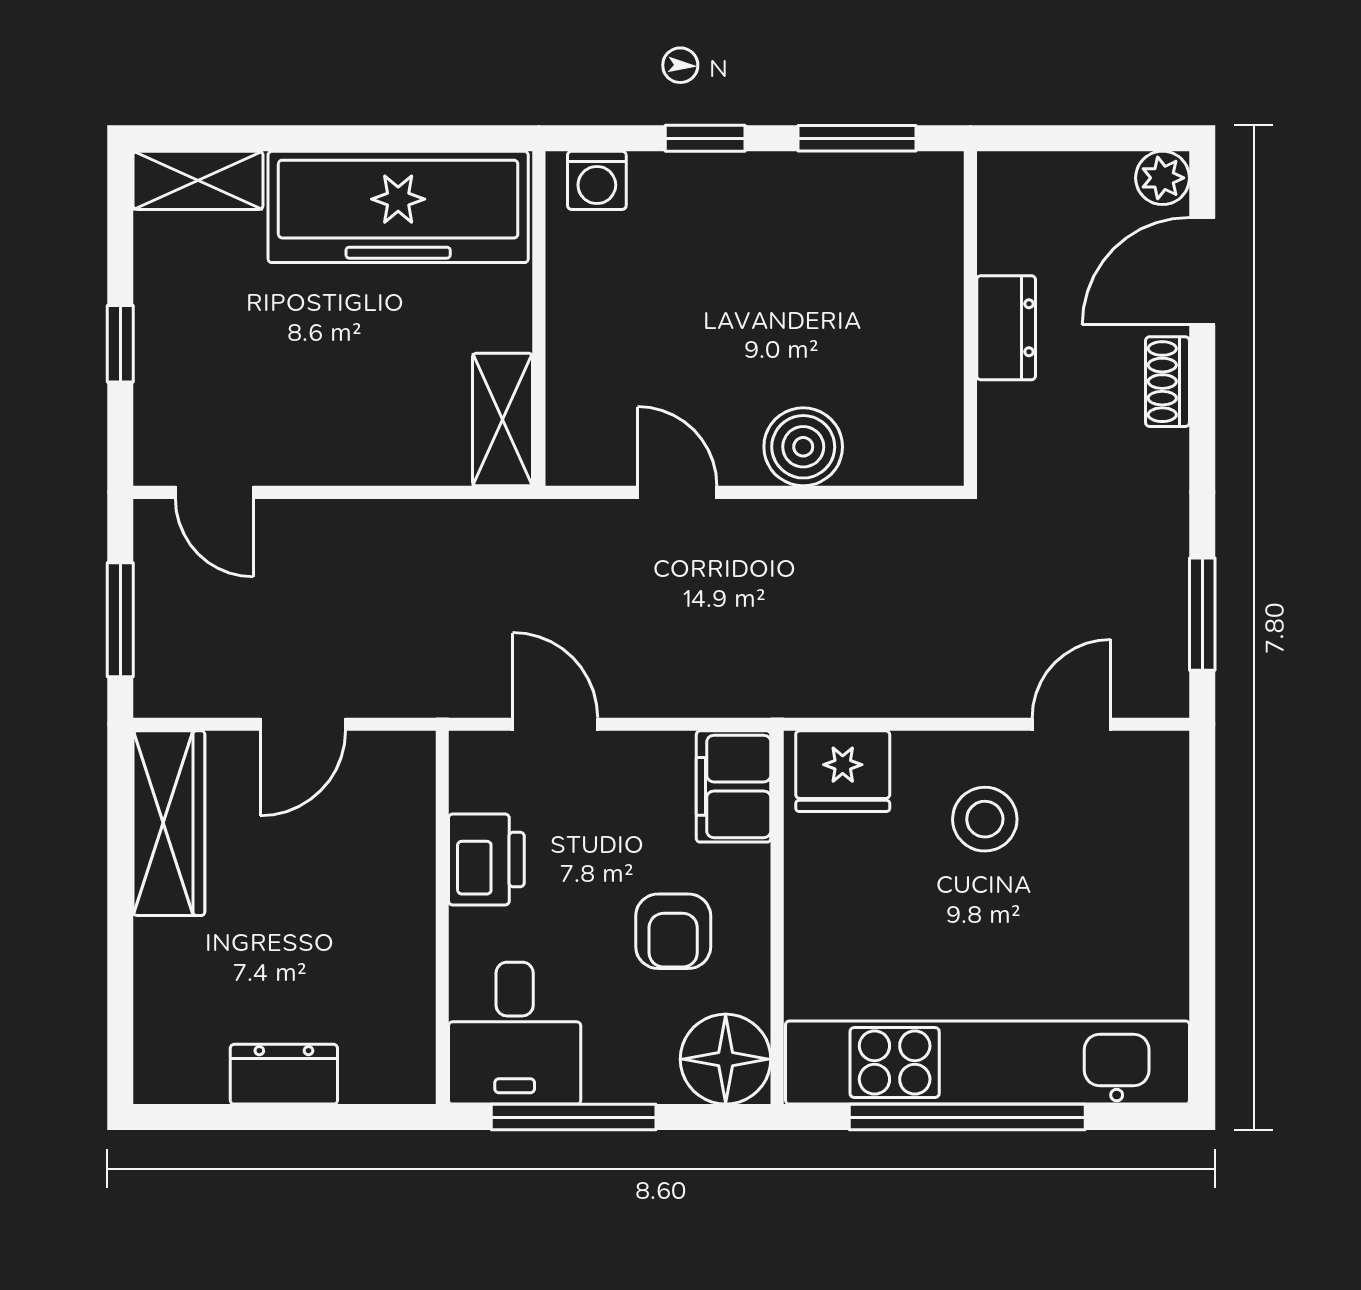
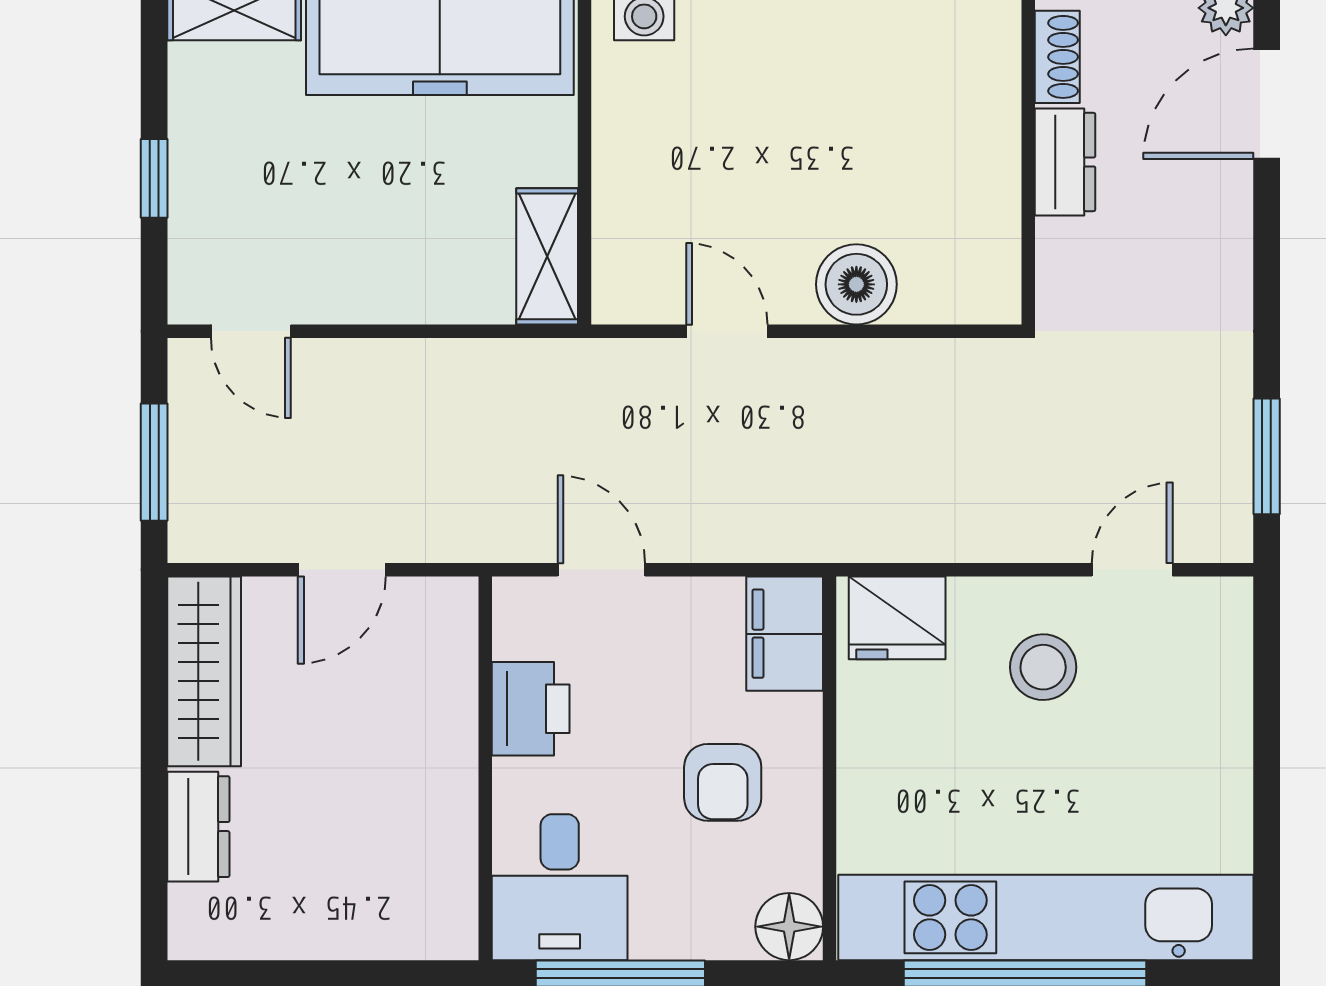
shoe rack: (1167, 382) -> (1057, 57), moved, turned 180
floor lamp: (726, 1059) -> (789, 927), width x0.73, depth x0.73
dresser: (284, 1074) -> (198, 827), moved, turned 90

